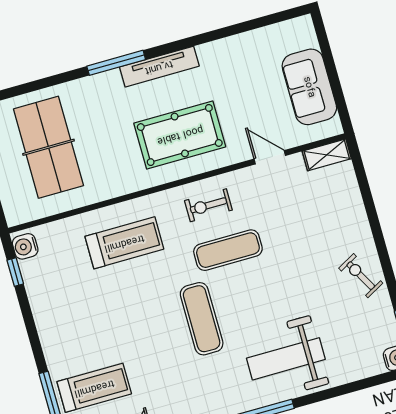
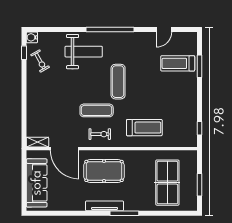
sofa: (309, 87) -> (37, 183), width x1.36
door: (270, 157) -> (65, 149), width x1.88
treadmill: (124, 243) -> (144, 128), turned 180
water cooler: (25, 246) -> (192, 139), removed
exercise bike: (361, 276) -> (40, 61), moved

